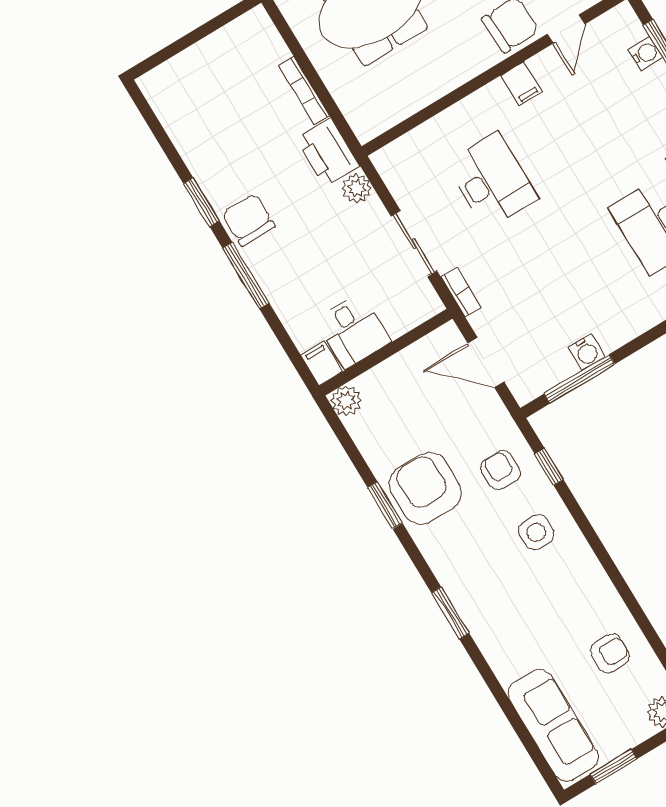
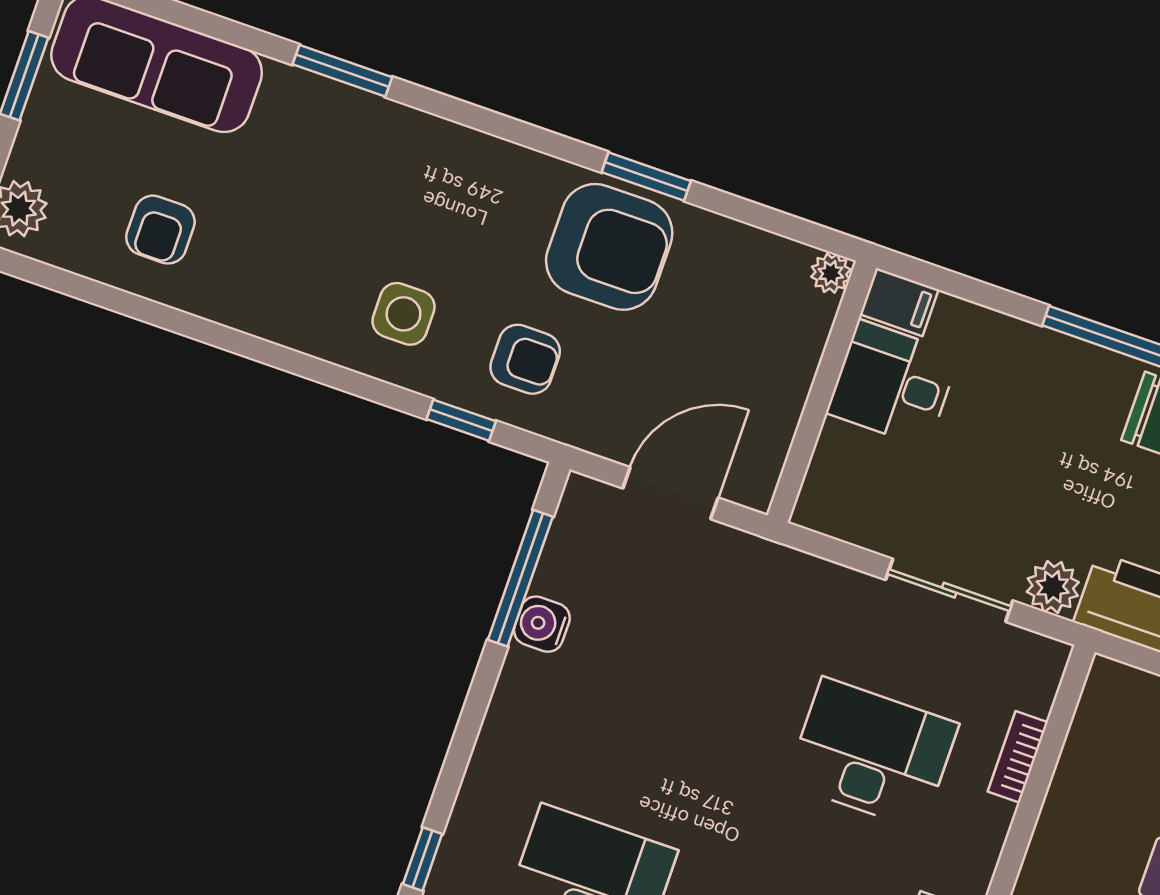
desk: (492, 181) -> (872, 754), turned 180
sliding door: (414, 244) -> (949, 590), moved
bookcase: (461, 292) -> (1018, 757), moved, turned 90
plant: (346, 401) -> (831, 273), width x0.73, depth x0.73
window: (450, 613) -> (342, 71), moved

